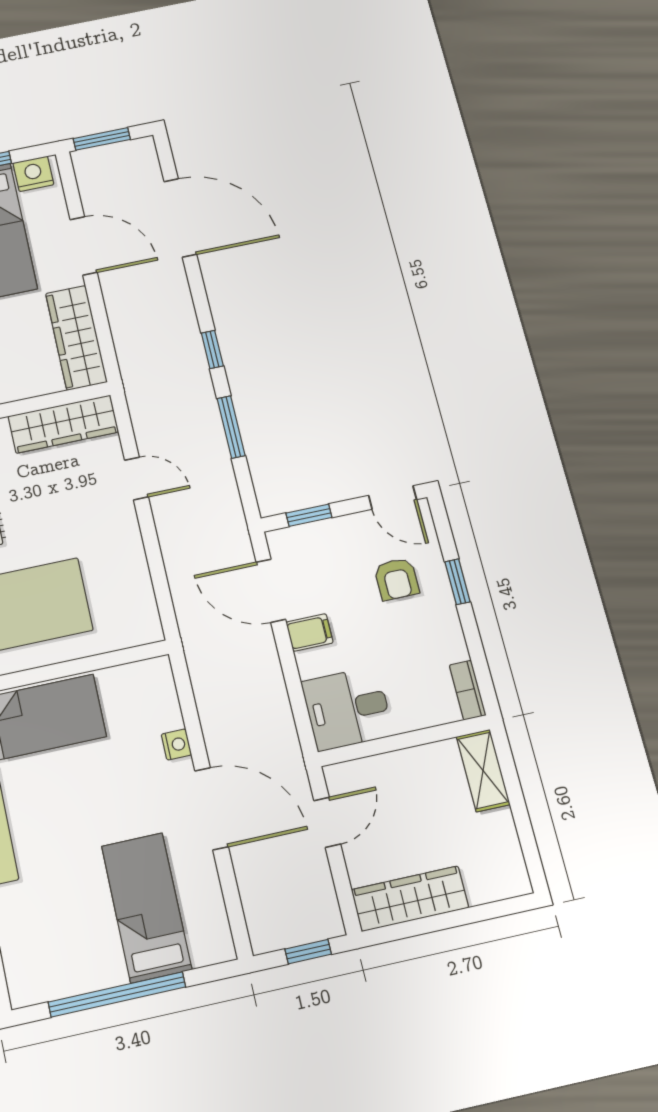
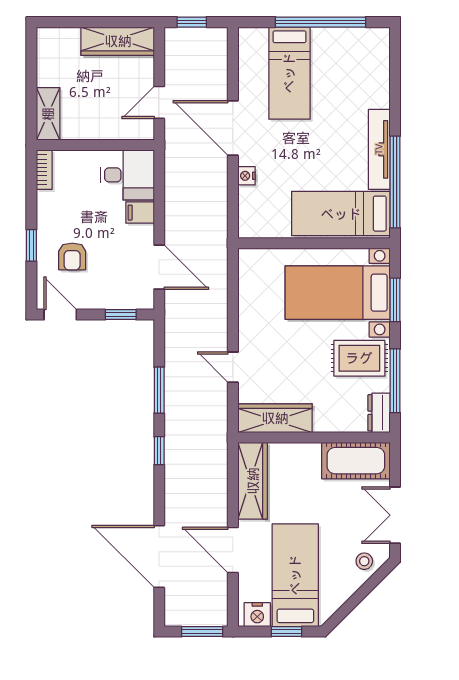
armchair: (397, 579) -> (72, 256), turned 180
filing cabinet: (310, 633) -> (140, 213), moved

